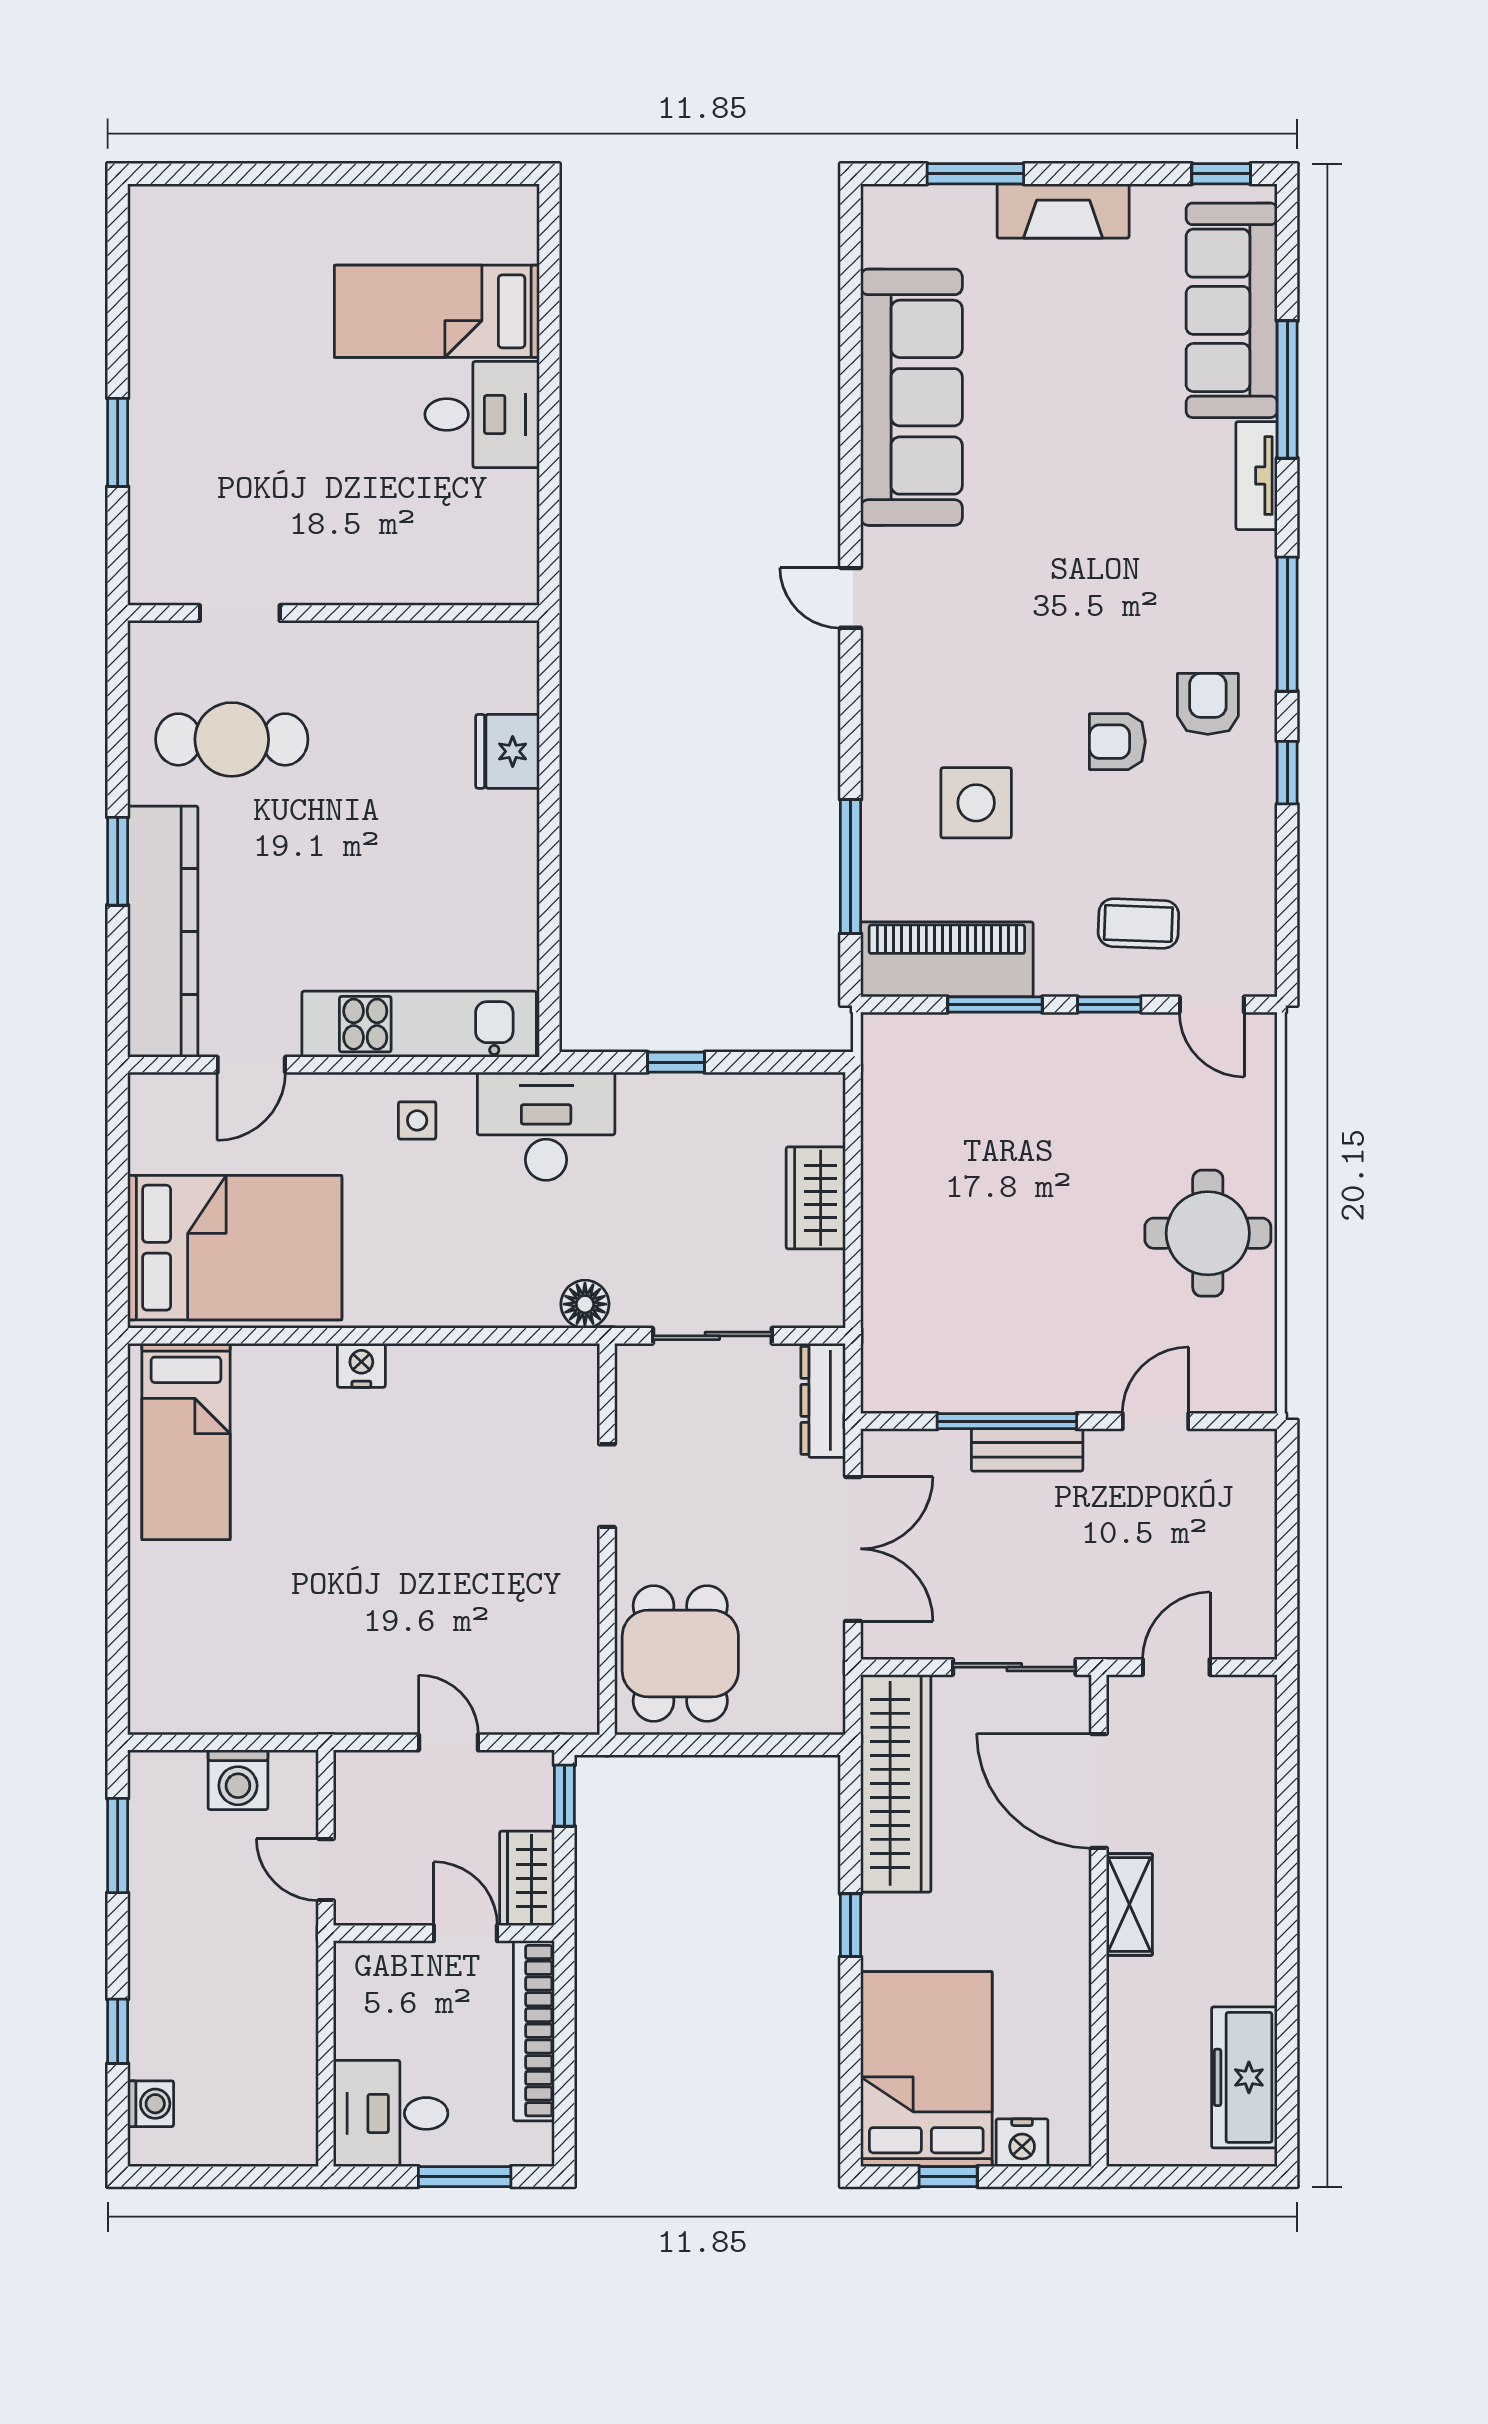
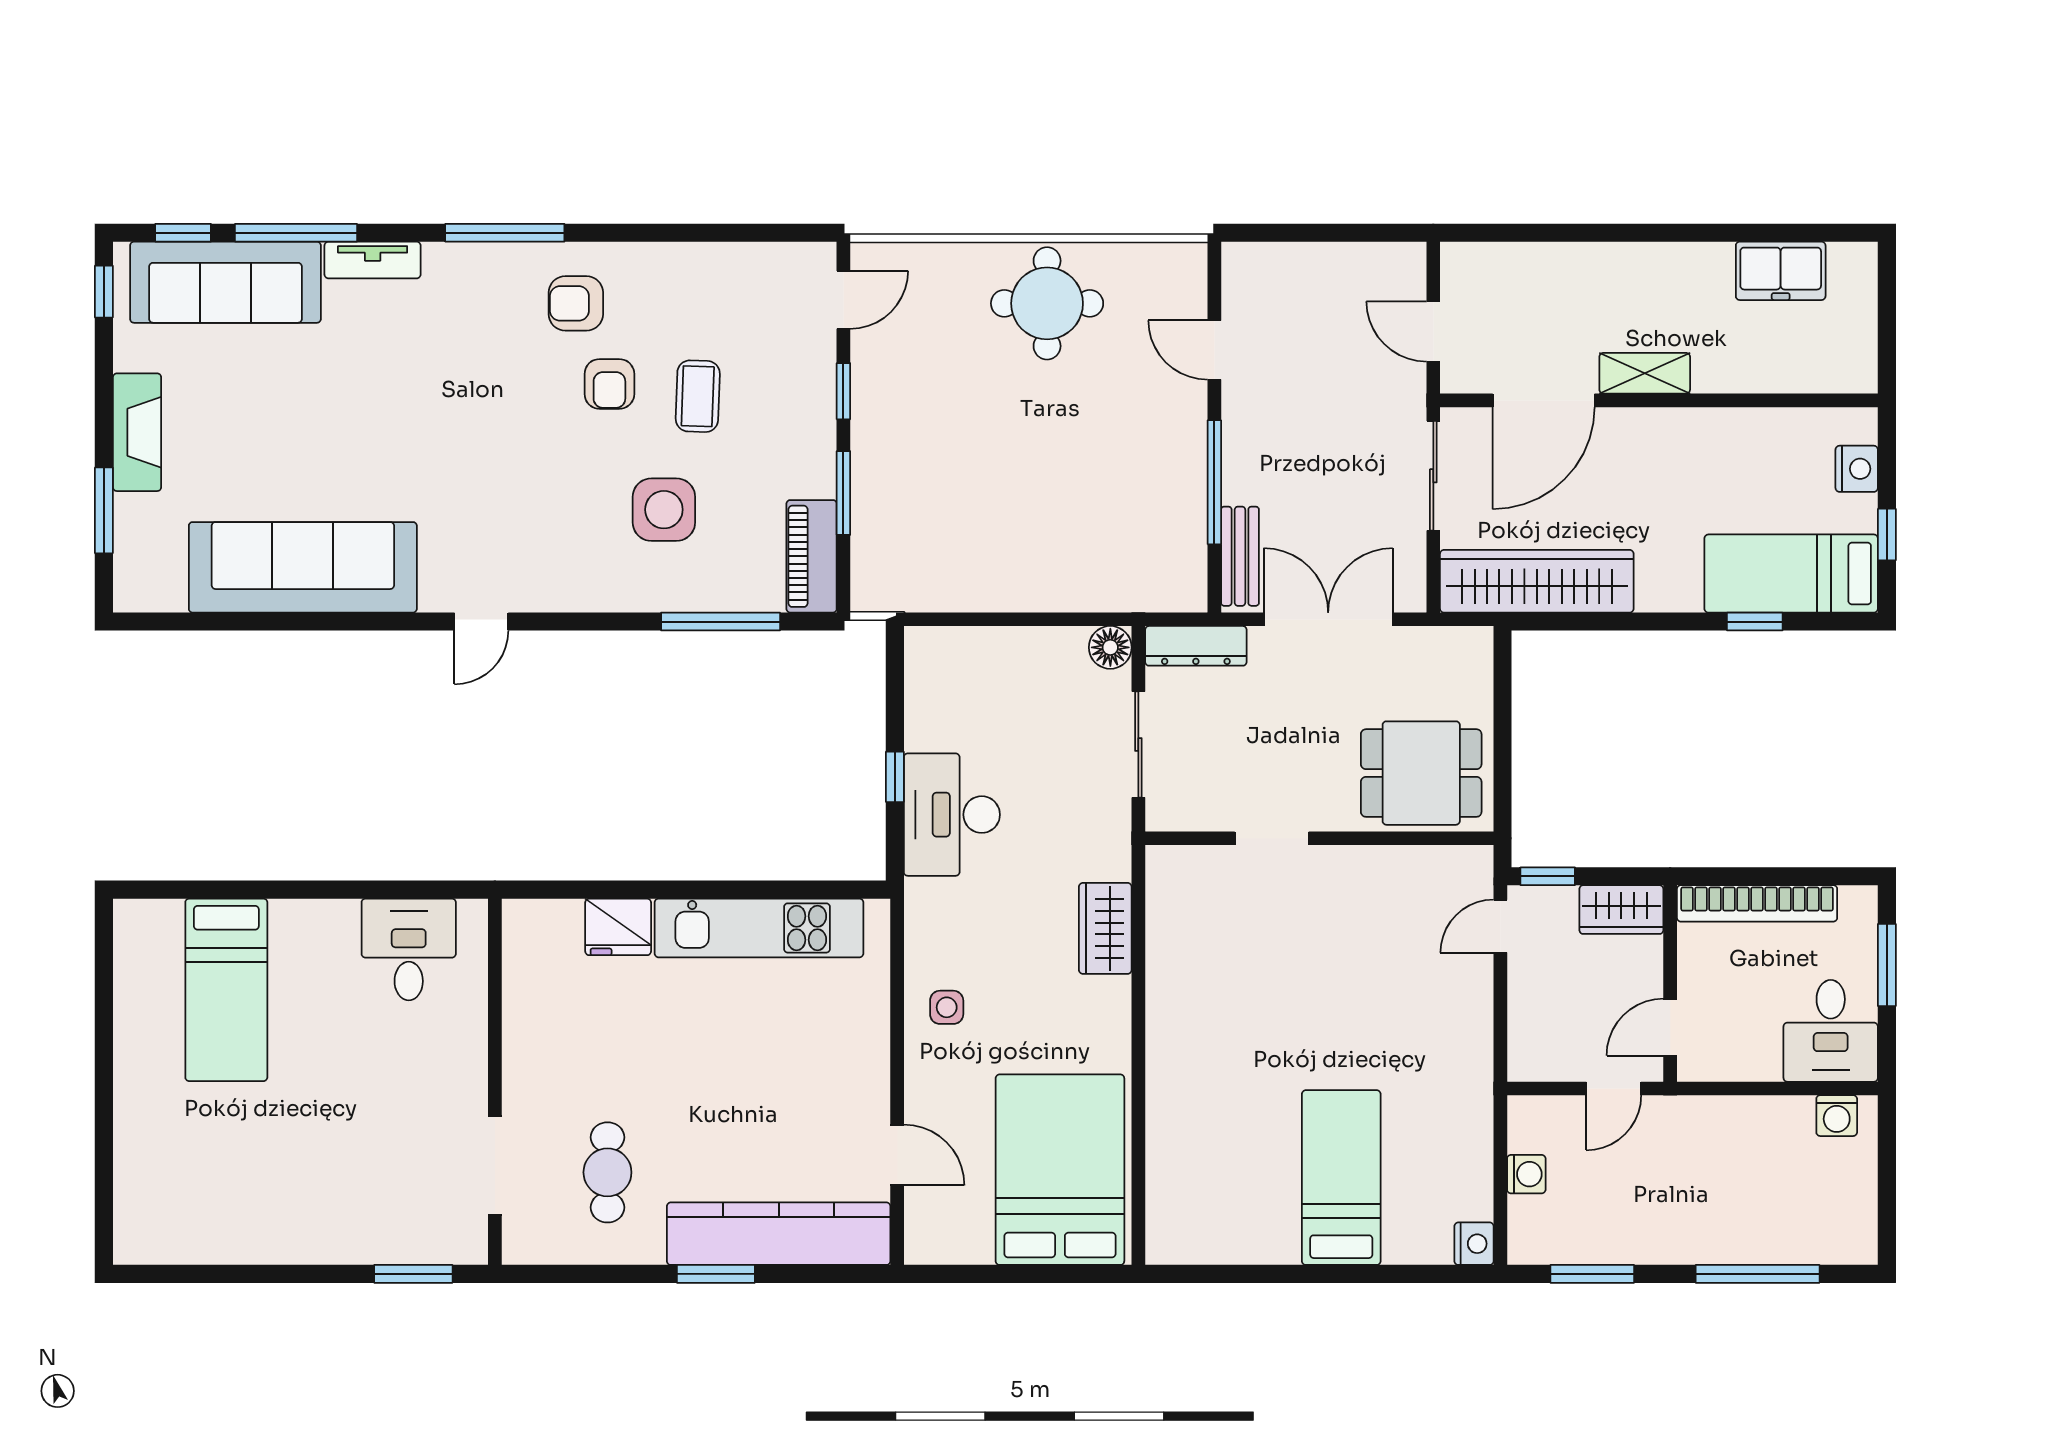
desk: (482, 414) -> (409, 949), moved
window: (118, 442) -> (413, 1274), moved
doorway: (240, 613) -> (495, 1165), width x1.38
cafe table: (232, 739) -> (607, 1172), width x0.73, depth x0.74
window: (1287, 773) -> (183, 233), moved
coffee table: (1138, 924) -> (698, 396), moved
piano: (947, 959) -> (812, 556), width x0.73, depth x0.75
kitchen unit: (419, 1024) -> (759, 928), moved, turned -90
desk: (546, 1126) -> (952, 815), moved
wardrobe: (816, 1198) -> (1105, 928), moved, turned 90
floor lamp: (585, 1304) -> (1110, 647), moved
nightstand: (361, 1365) -> (1474, 1244), moved, turned 180
bed: (186, 1441) -> (1341, 1178), moved, turned -90
bench: (1027, 1450) -> (1240, 556), moved
door: (448, 1742) -> (1500, 926), moved
washing machine: (238, 1780) -> (1526, 1174), width x0.73, depth x0.73
window: (851, 1925) -> (1755, 622), moved
door: (465, 1933) -> (1670, 1027), moved
window: (118, 2031) -> (1758, 1274), width x2.17
bed: (926, 2069) -> (1791, 574), width x0.67
freezer: (1244, 2077) -> (1781, 271), width x0.71
washing machine: (151, 2104) -> (1837, 1116), moved, turned 180

